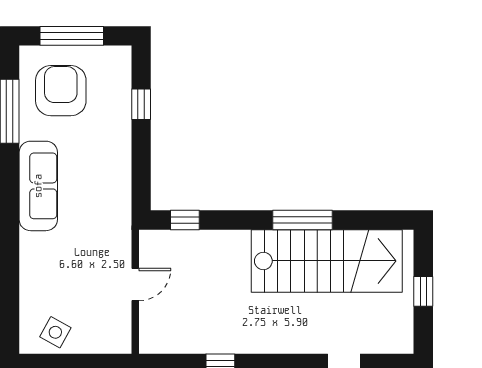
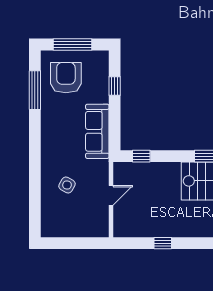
sofa: (38, 186) -> (97, 131), moved, turned 180
side table: (55, 332) -> (67, 185), moved

